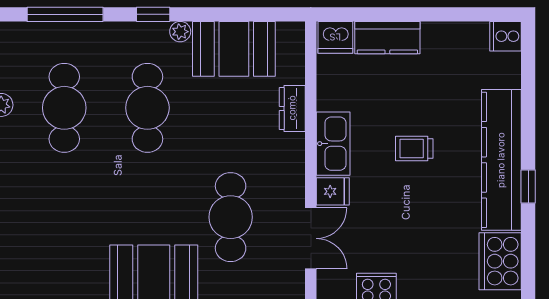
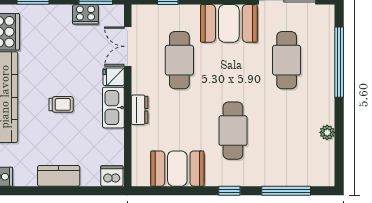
plant: (180, 32) -> (212, 180), removed
kitchen counter: (387, 38) -> (59, 176), moved
cafe table: (64, 108) -> (287, 60), moved
dresser: (292, 108) -> (140, 110), moved

